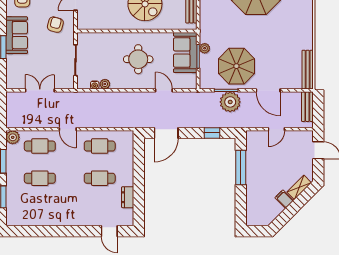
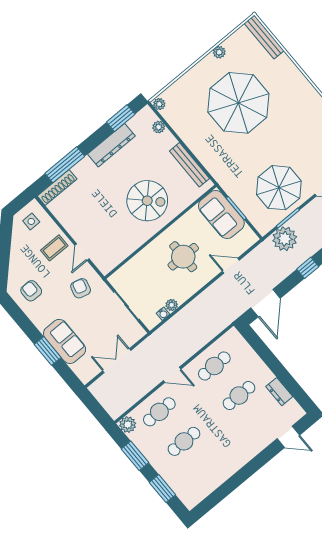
sofa: (17, 35) -> (65, 341), moved
plant: (205, 48) -> (236, 196), removed
plant: (230, 102) -> (285, 239), moved

